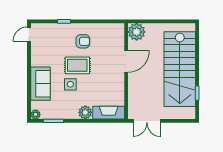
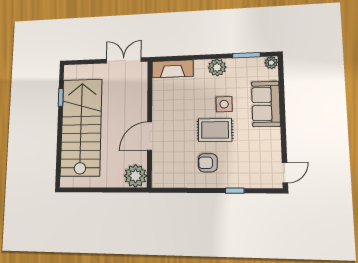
plant: (85, 112) -> (217, 67), moved

